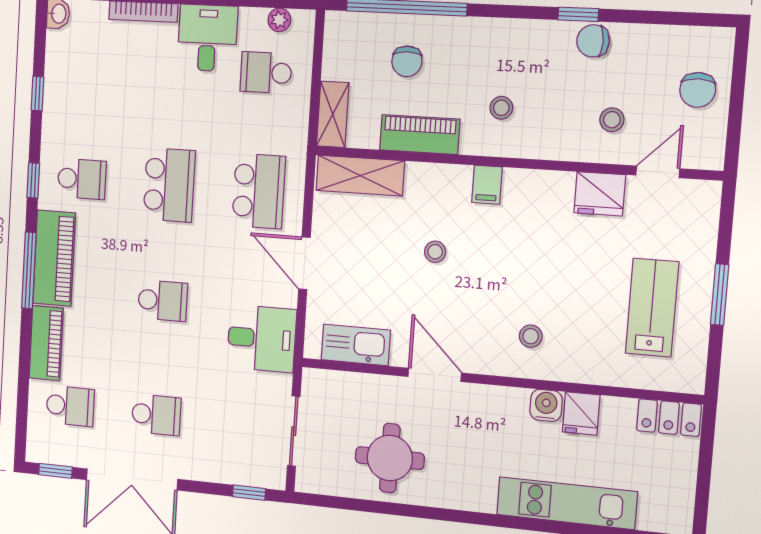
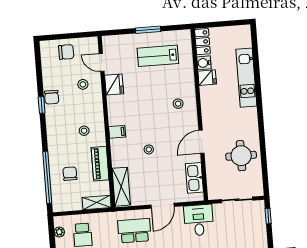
chair: (407, 61) -> (70, 174), turned -90
water cooler: (546, 405) -> (204, 63), moved

